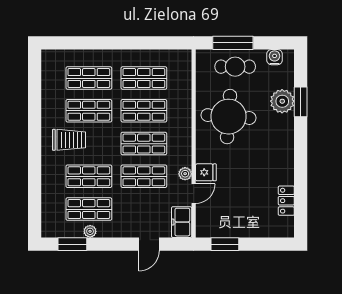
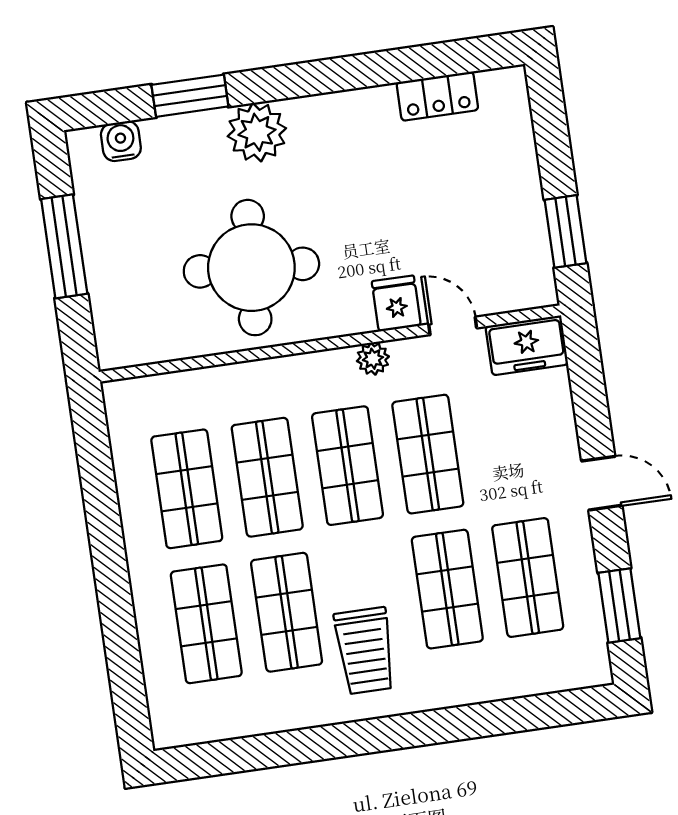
window: (233, 43) -> (64, 246), moved
water cooler: (275, 57) -> (121, 141), moved, turned 90
cafe table: (235, 67) -> (127, 269), removed
plant: (282, 101) -> (257, 132), moved
trolley: (69, 140) -> (365, 651), turned 180
plant: (185, 174) -> (373, 359), moved
plant: (90, 231) -> (582, 567), removed
door: (149, 244) -> (602, 483), moved

